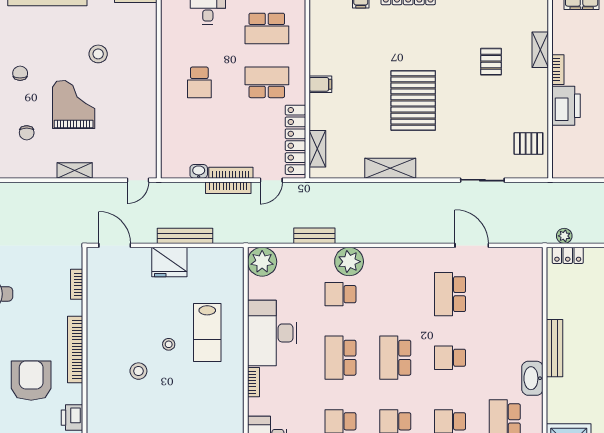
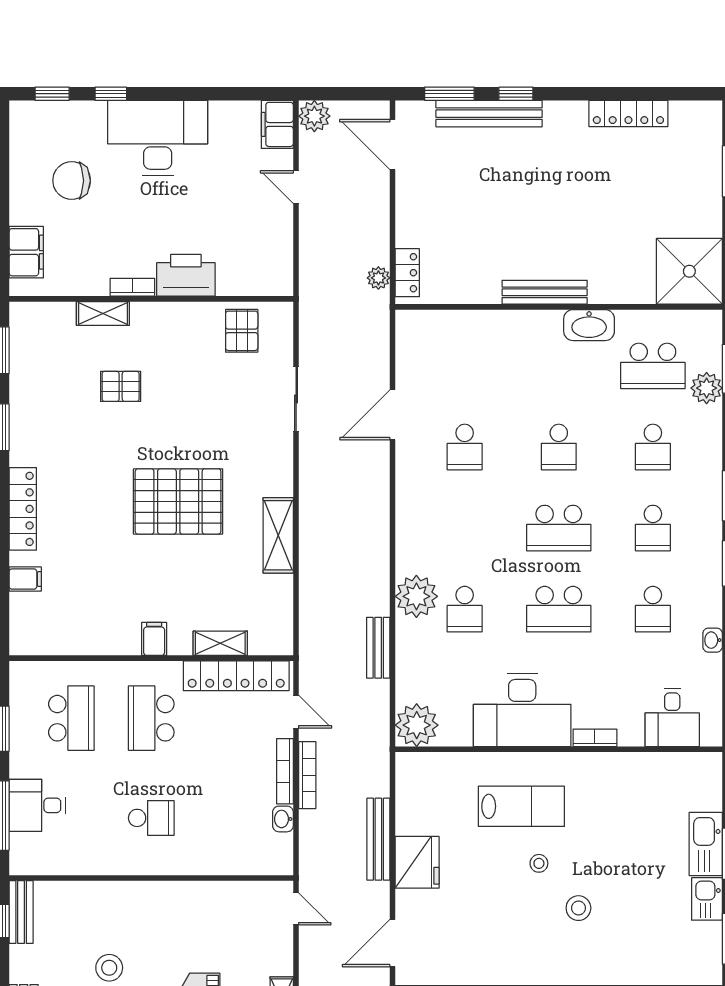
shelving: (317, 149) -> (220, 643), moved
school desk: (450, 294) -> (465, 447), width x0.54

